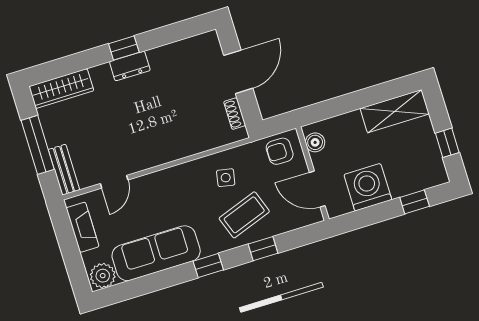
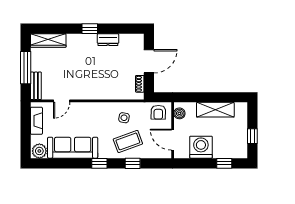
dresser: (130, 66) -> (108, 40), moved
shelving: (395, 111) -> (215, 110), moved
armchair: (280, 151) -> (158, 112), turned -89

